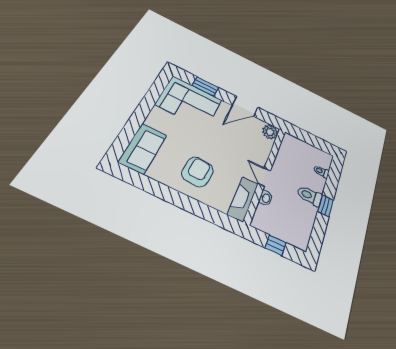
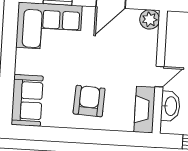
door: (264, 177) -> (159, 77), swing flipped
washbasin: (266, 198) -> (170, 106), width x1.91, depth x1.45

